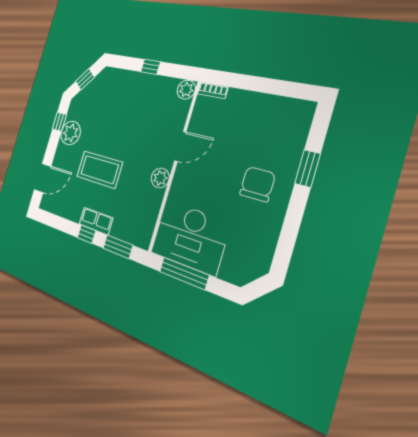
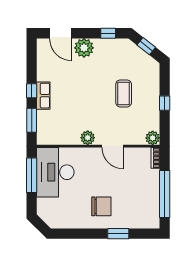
window: (266, 85) -> (165, 194), added
plant: (71, 133) -> (84, 48), moved
coffee table: (99, 170) -> (124, 93), moved, width x0.73, depth x0.76

